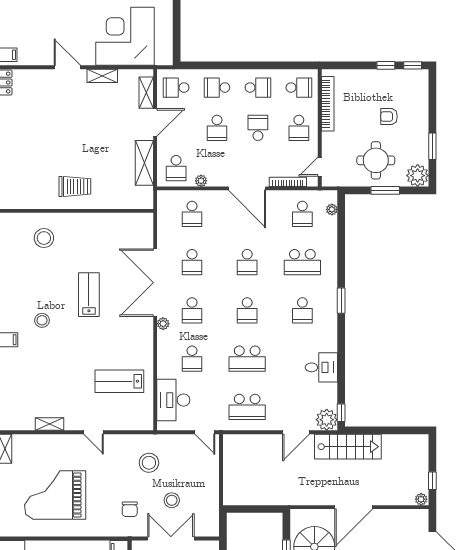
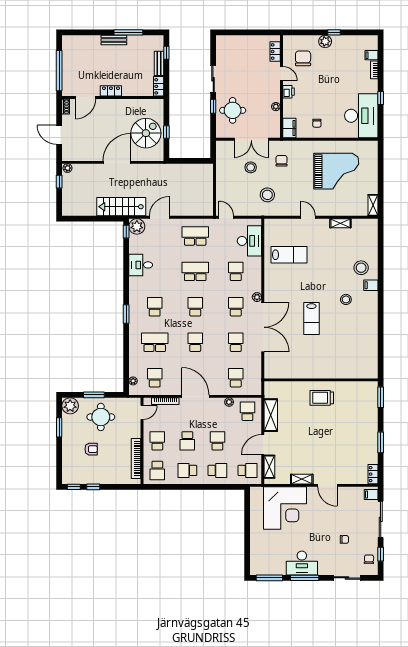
school desk: (299, 88) -> (157, 470), turned -90
stool: (44, 238) -> (361, 268), moved

